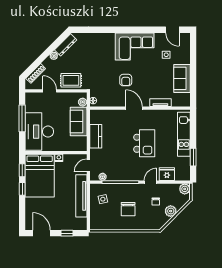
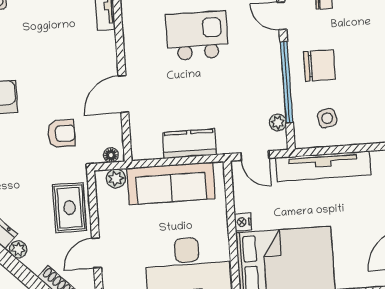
armchair: (126, 80) -> (61, 133), moved
door: (134, 108) -> (123, 94), moved
sofa: (79, 122) -> (171, 183), width x1.36
chair: (128, 209) -> (319, 65), moved

